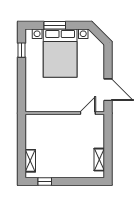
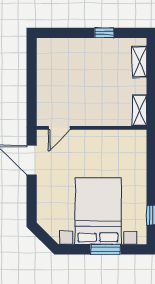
shelving: (99, 160) -> (139, 110), moved
window: (45, 182) -> (104, 33), moved

